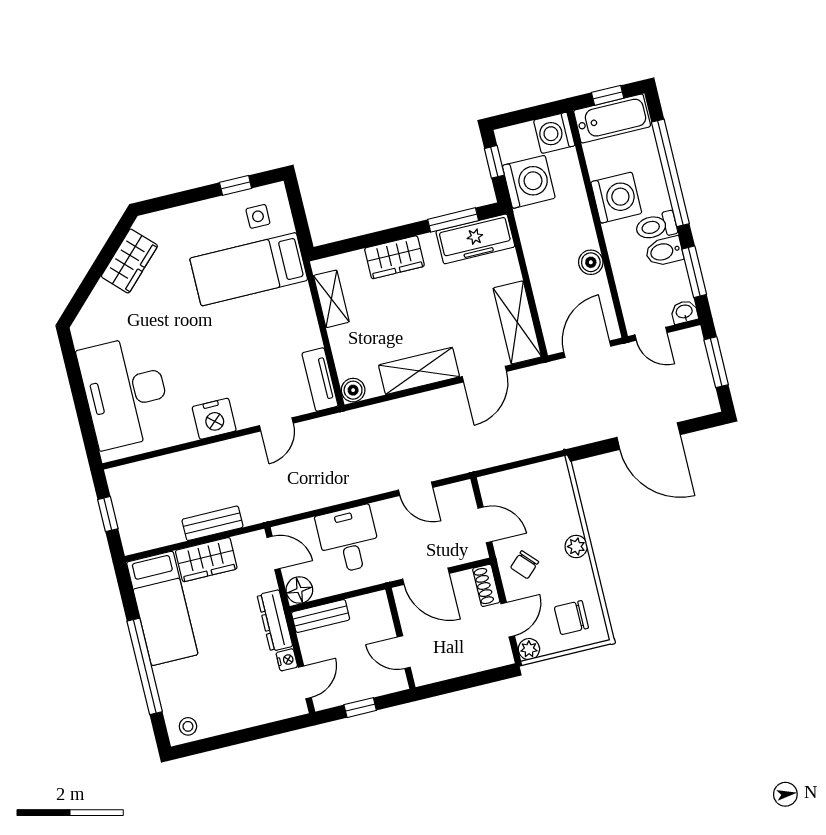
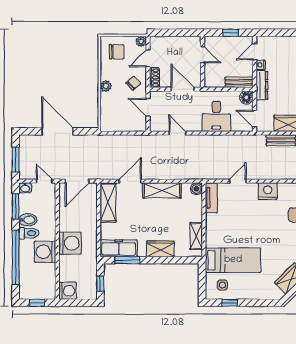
bathtub: (612, 118) -> (38, 291), removed
washing machine: (529, 182) -> (70, 243), moved, turned 180
boiler: (591, 262) -> (65, 223), removed

